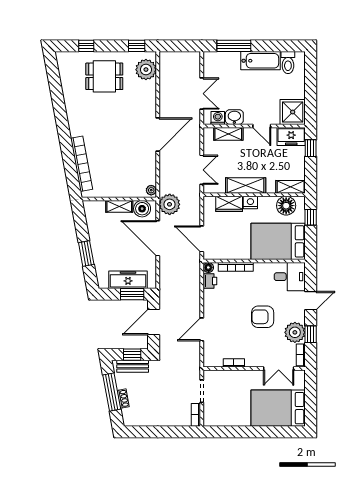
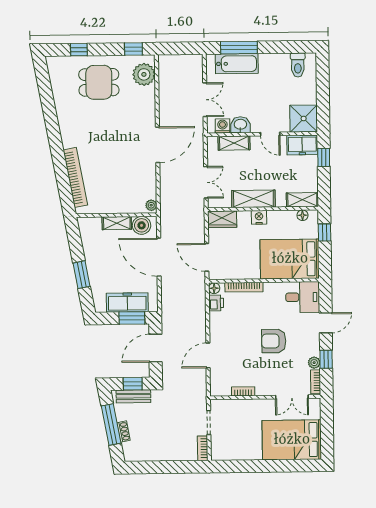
bathtub: (260, 61) -> (237, 64), moved
plant: (170, 204) -> (171, 220), removed
wardrobe: (229, 204) -> (222, 219), moved
floor lamp: (286, 206) -> (303, 215), width x0.53, depth x0.53
plant: (295, 332) -> (314, 363), width x0.53, depth x0.53

